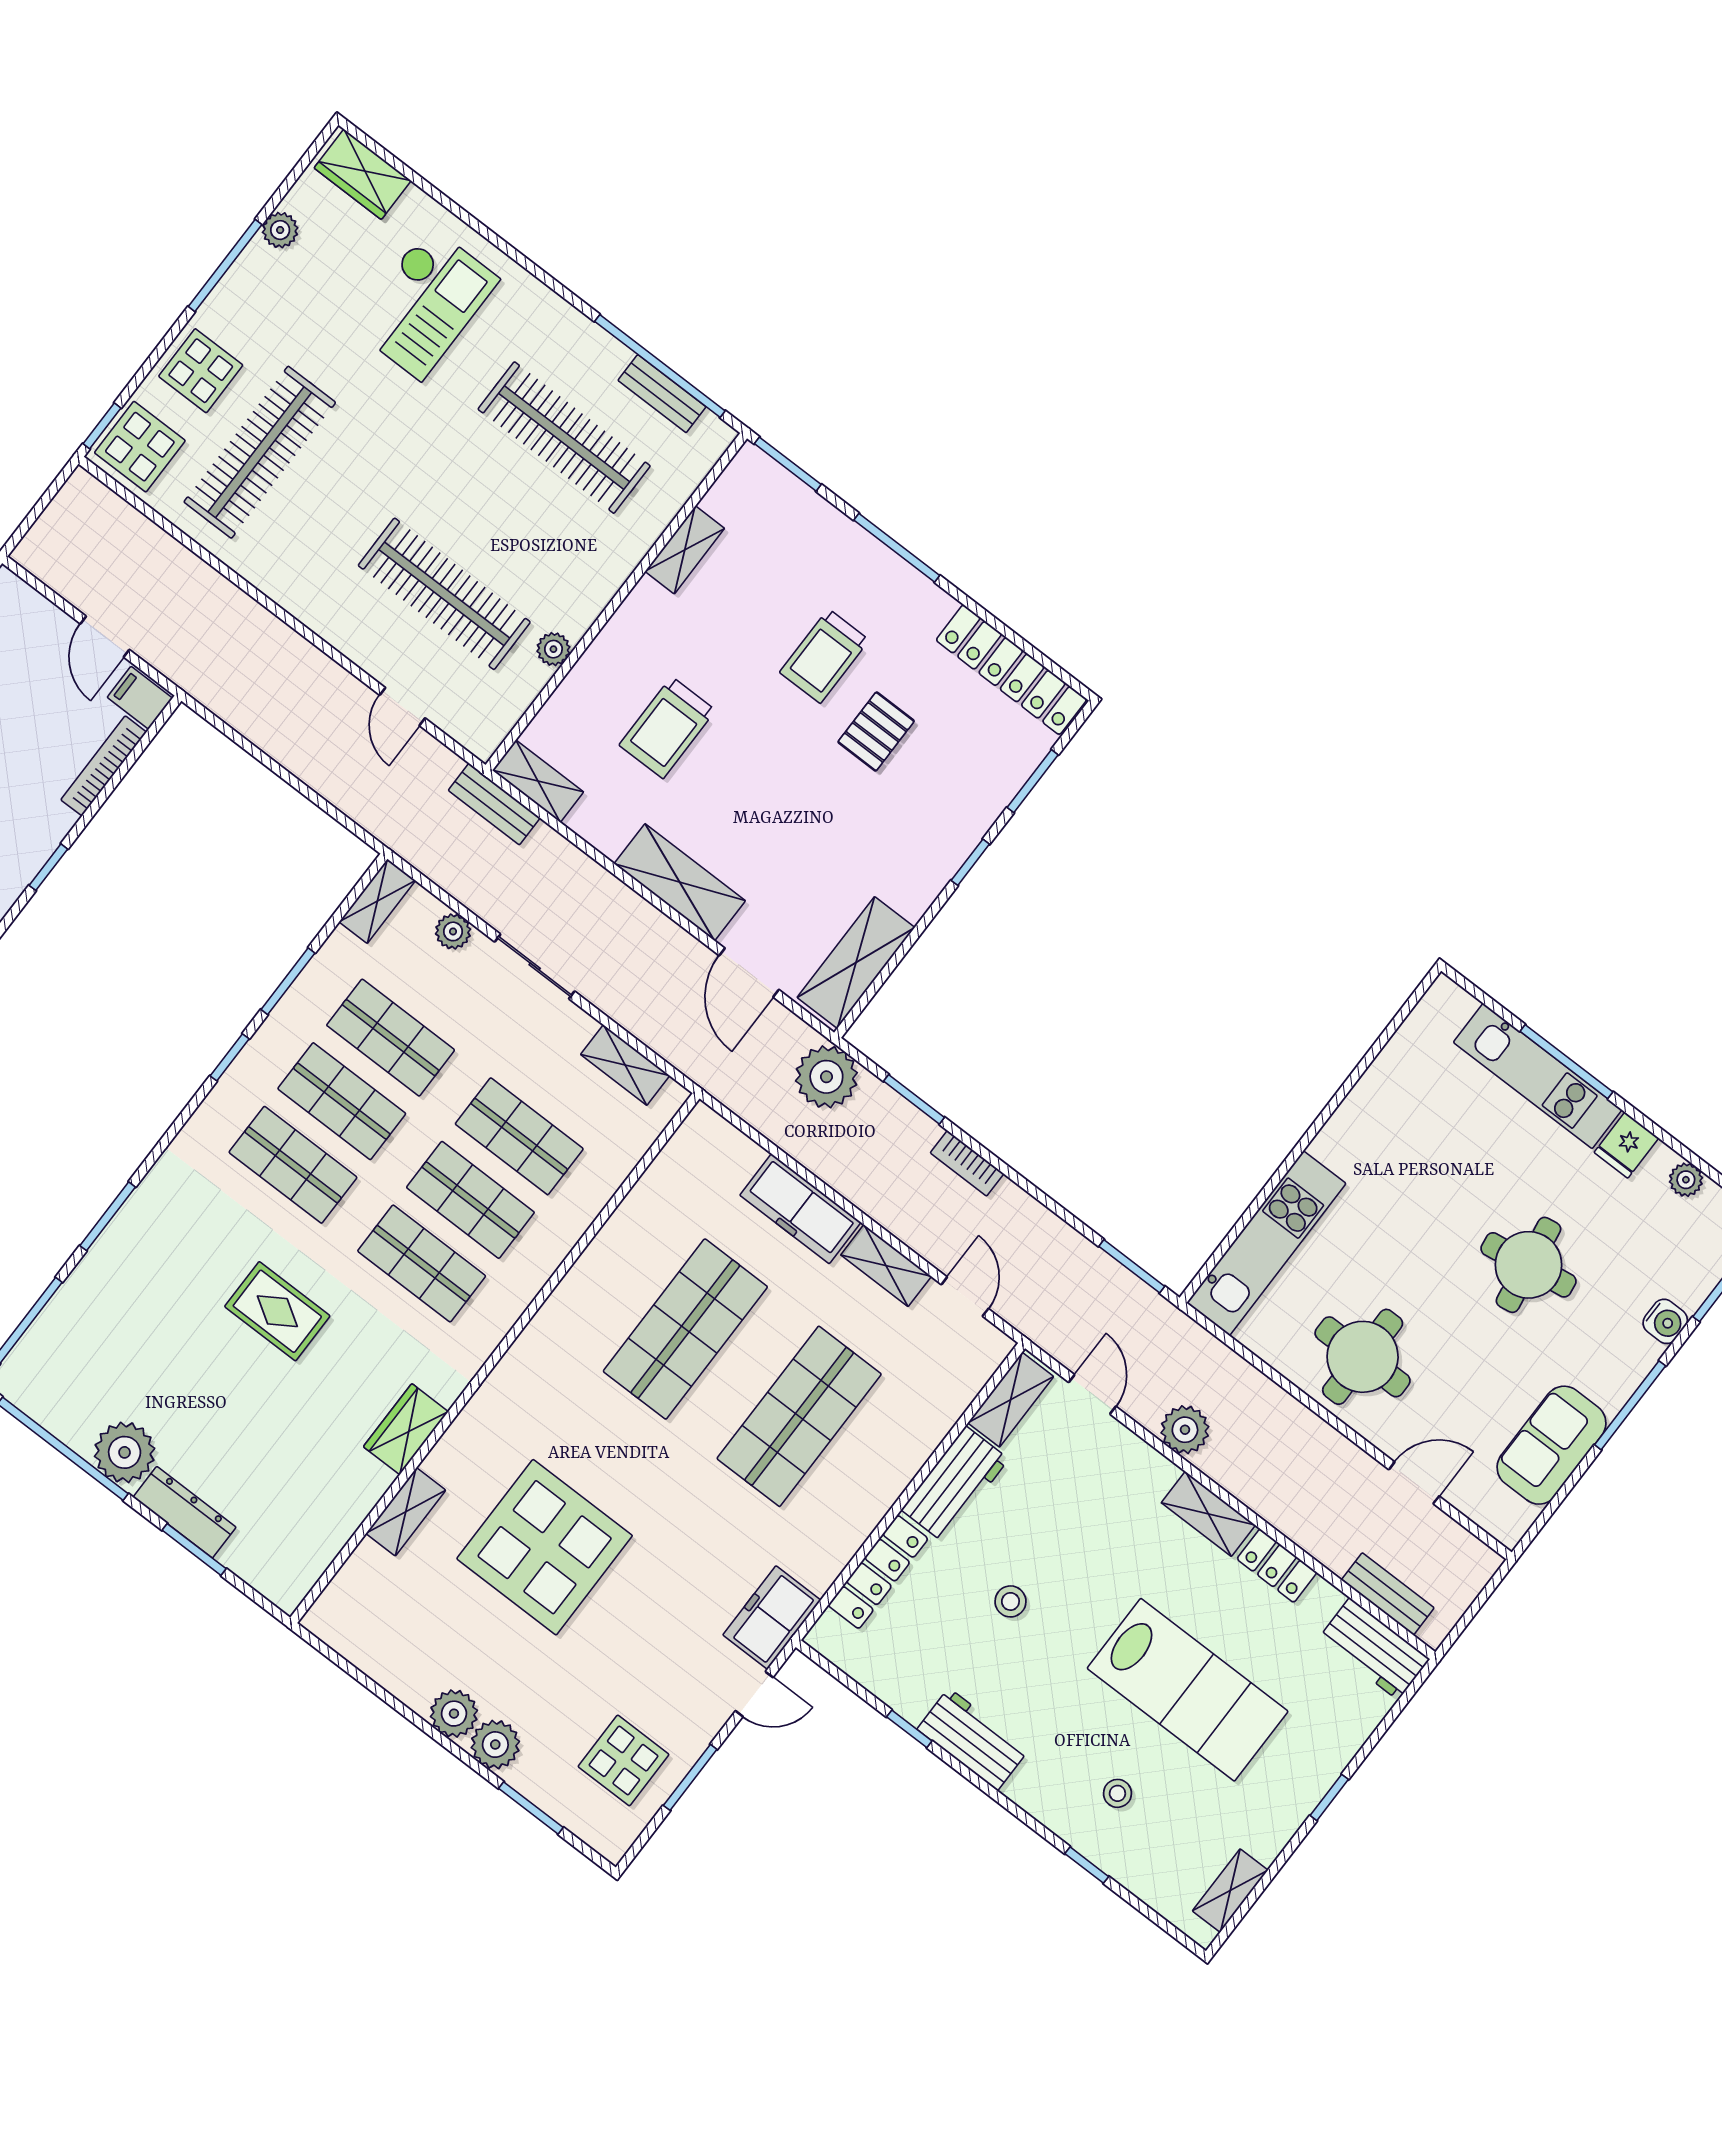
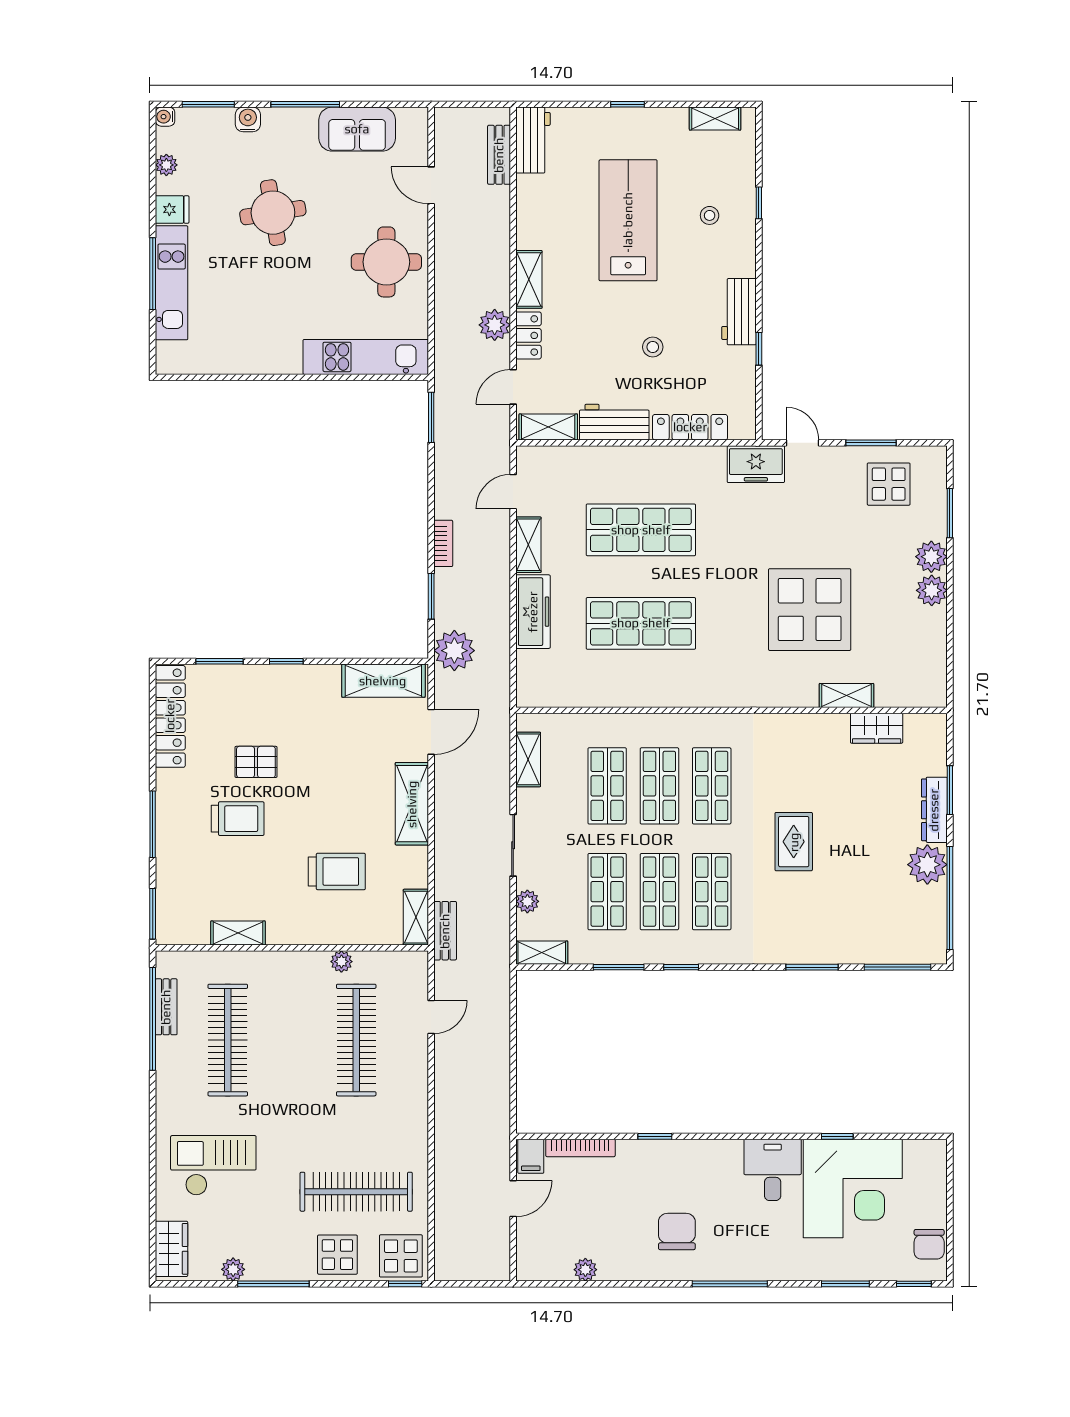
wardrobe: (406, 1429) -> (877, 728), moved
locker: (1277, 1566) -> (528, 335), moved

